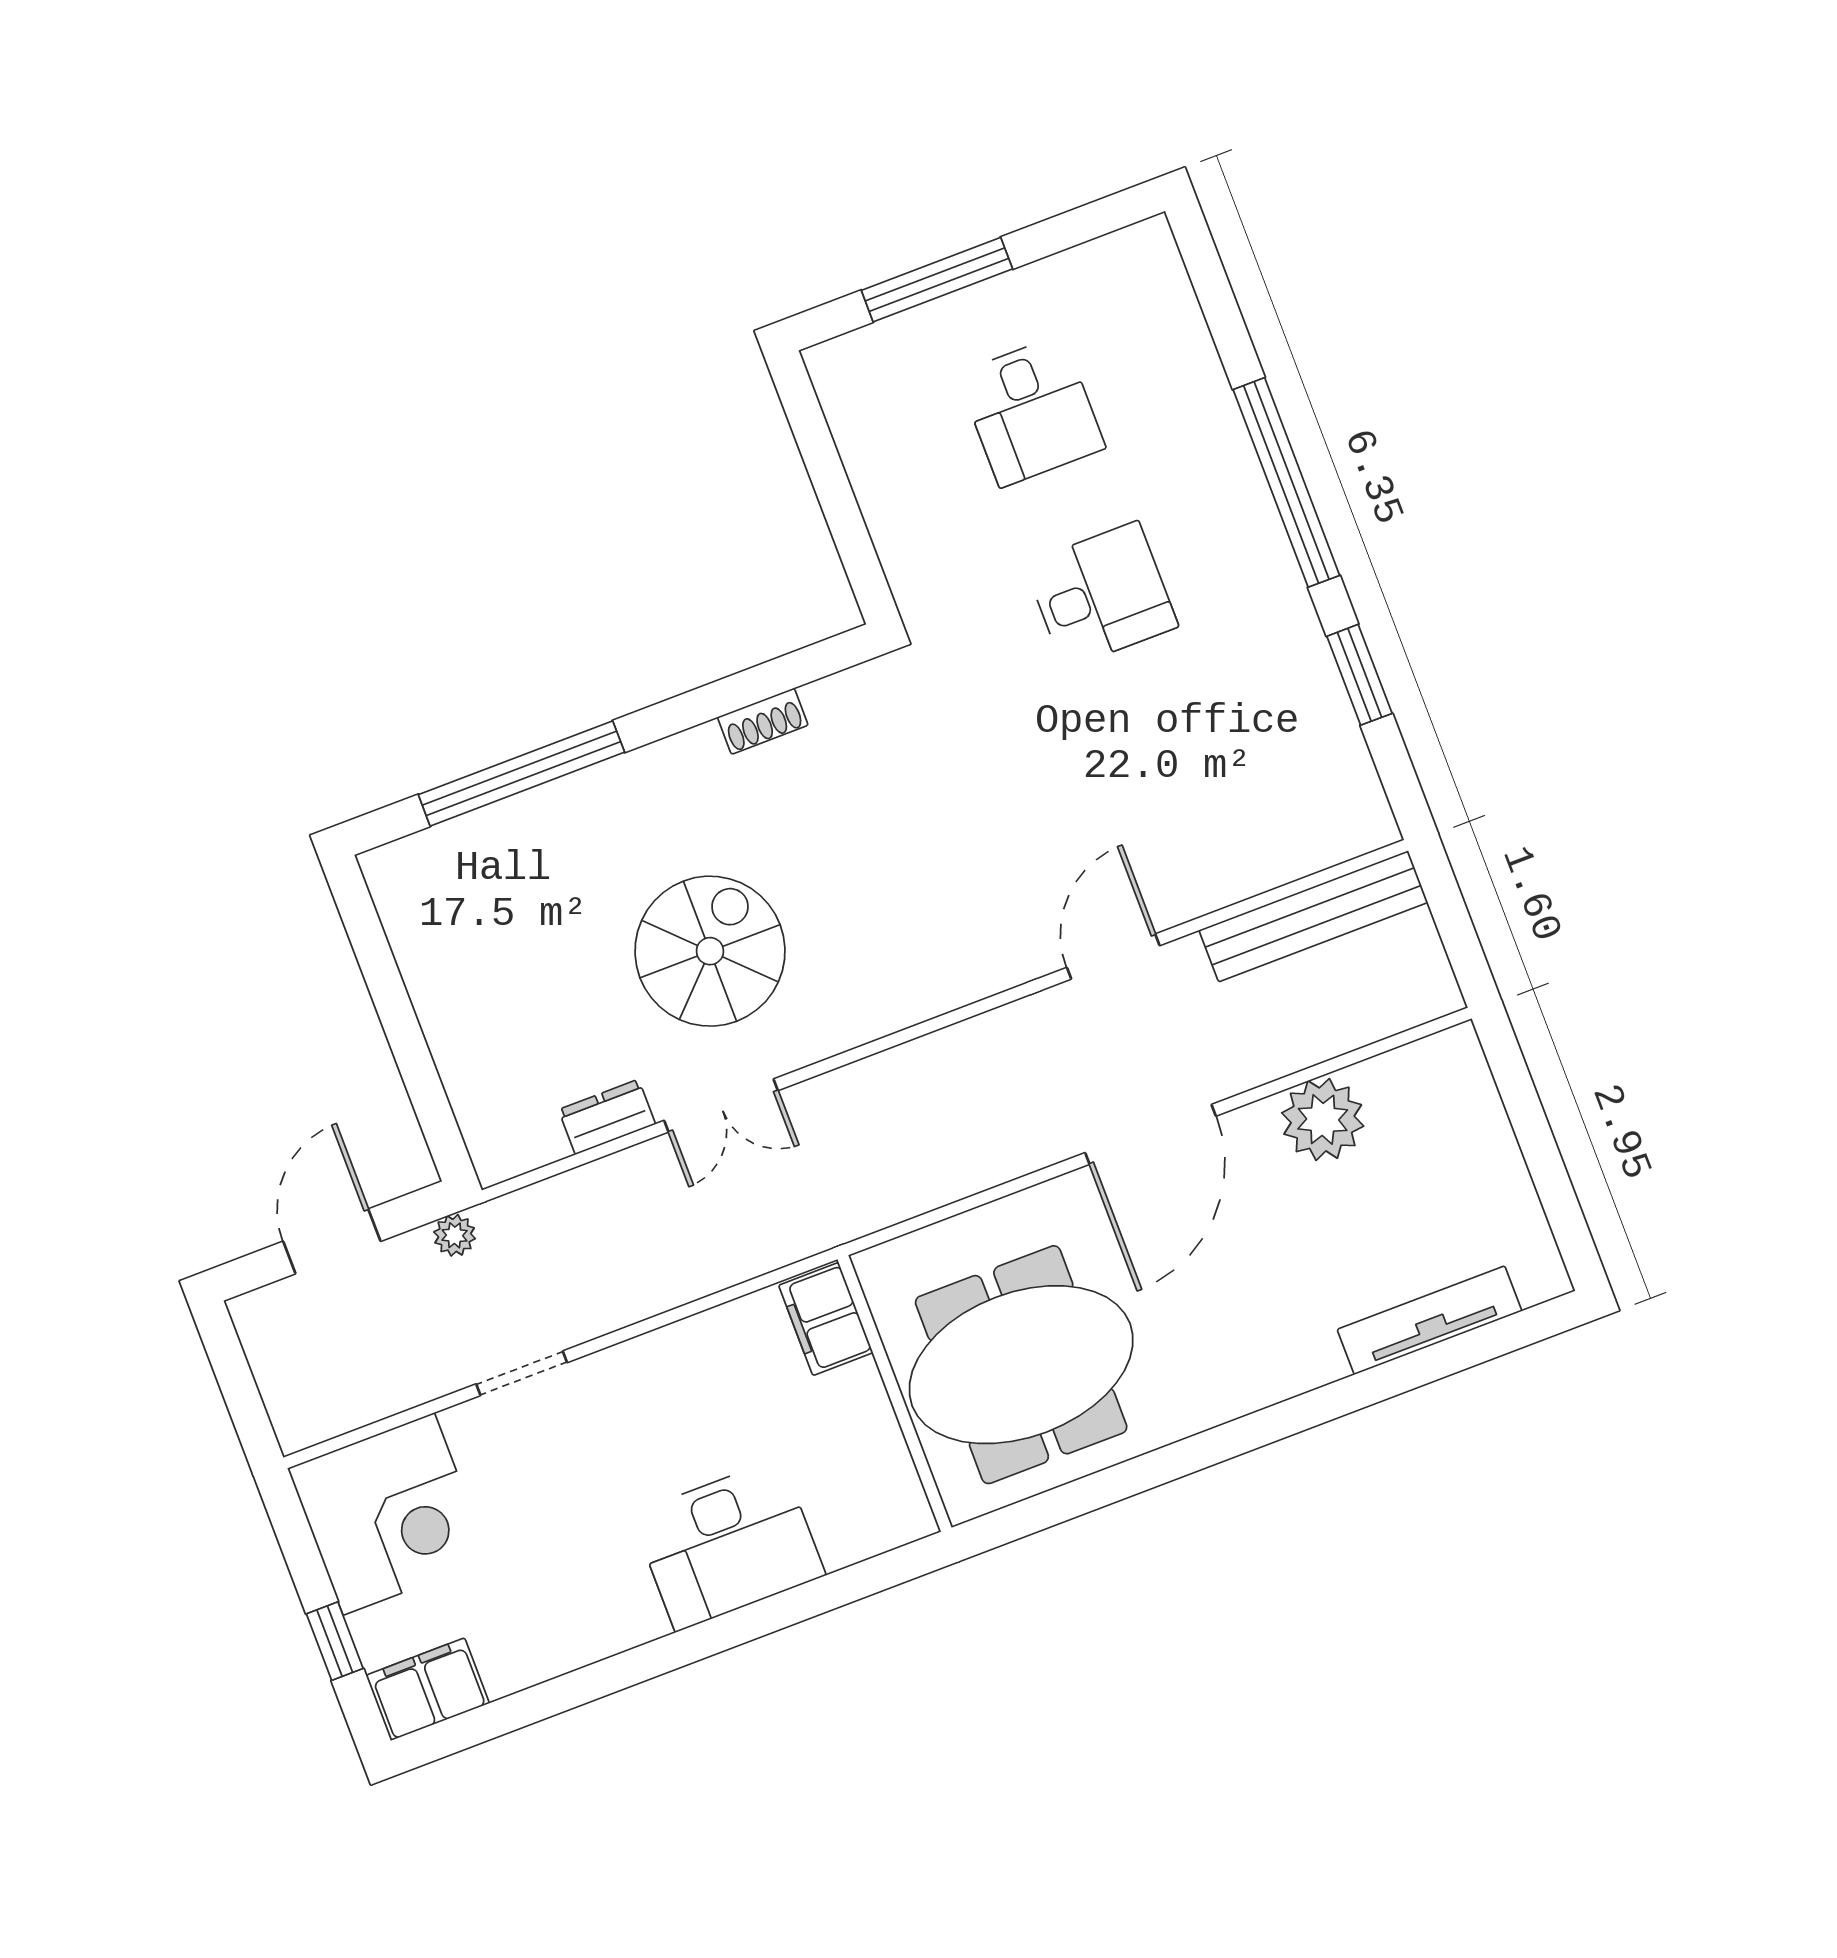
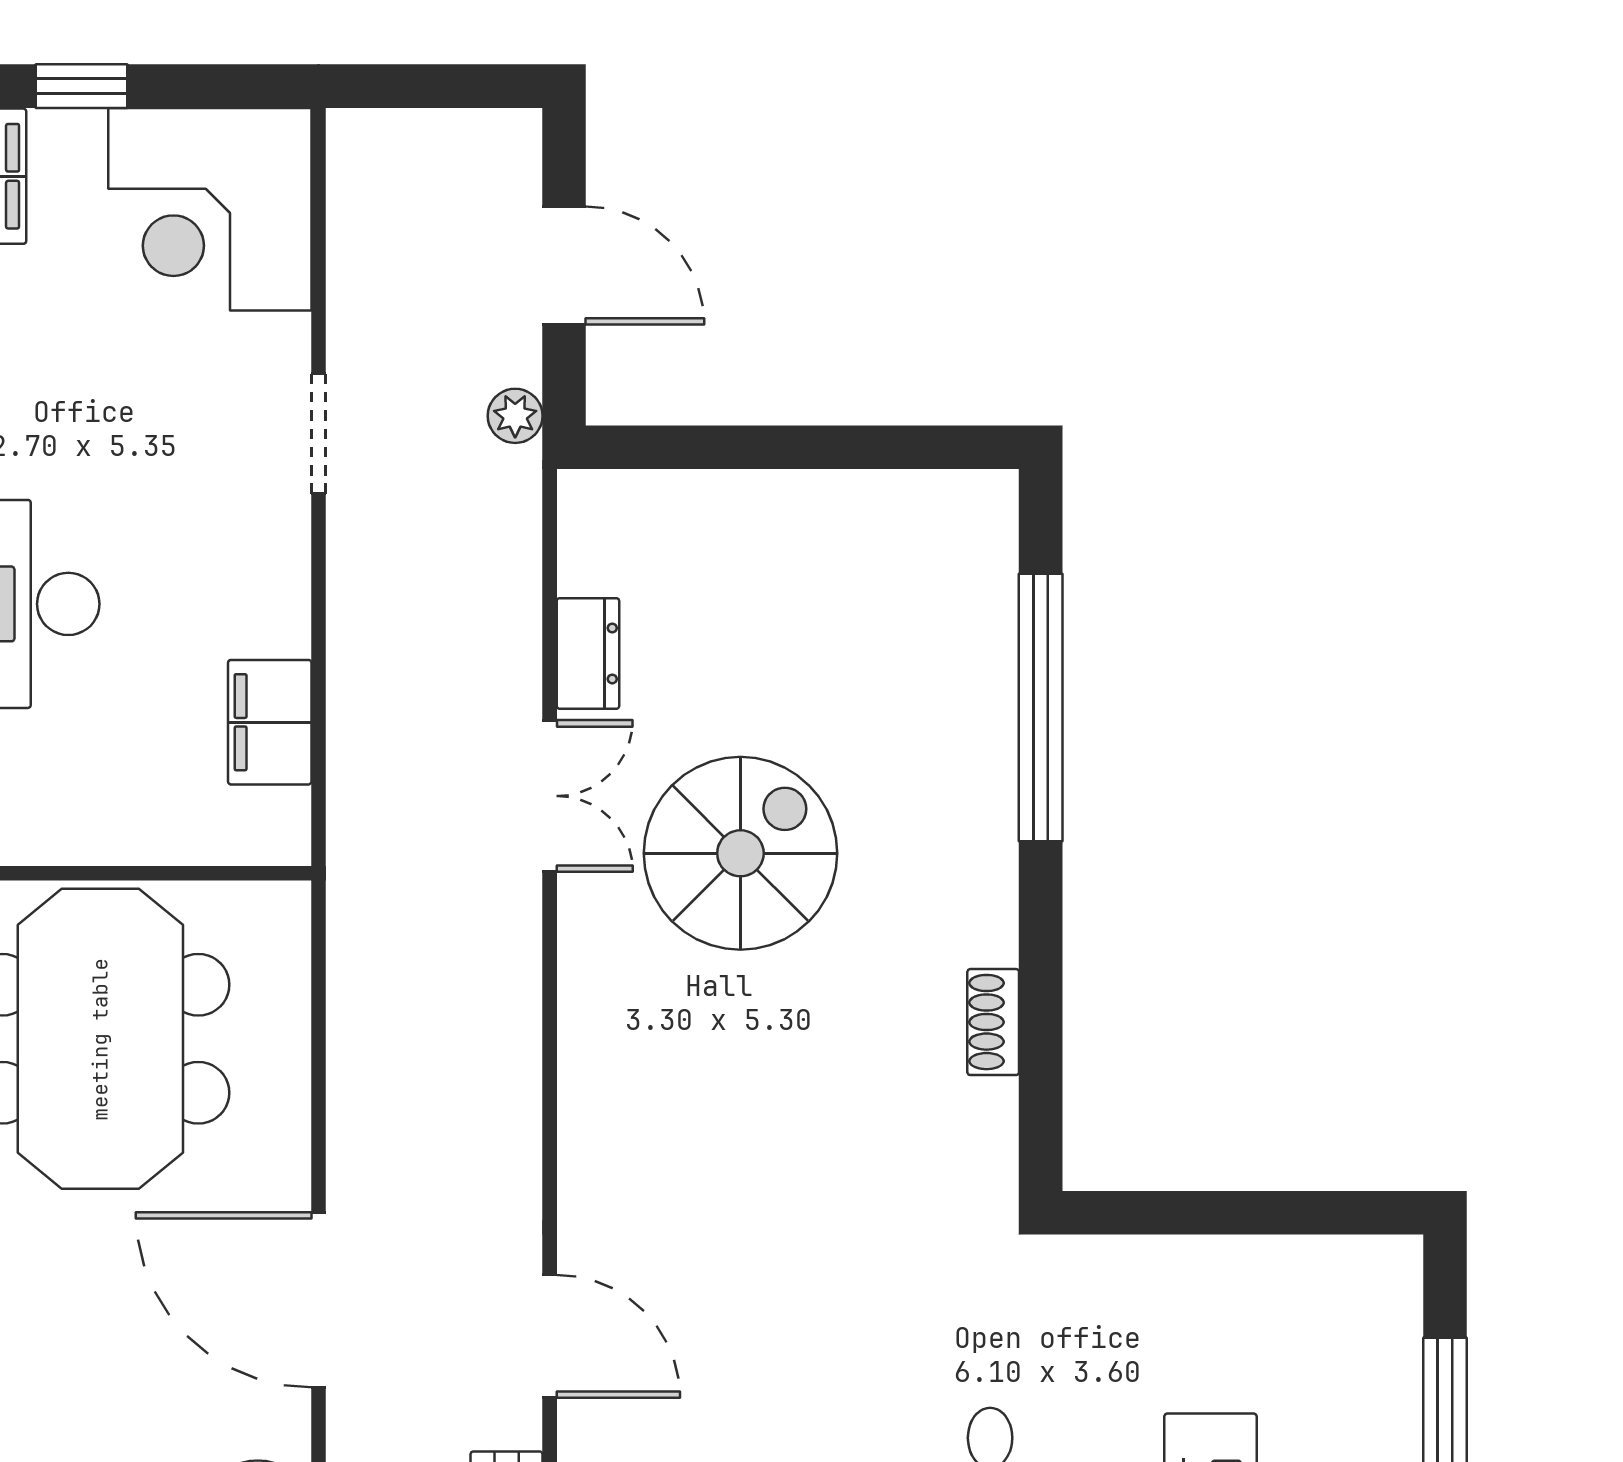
spiral stairs: (710, 951) -> (740, 853), turned -90
double door: (721, 1106) -> (550, 796), swing flipped
filing cabinet: (826, 1319) -> (270, 722), moved, turned -90

